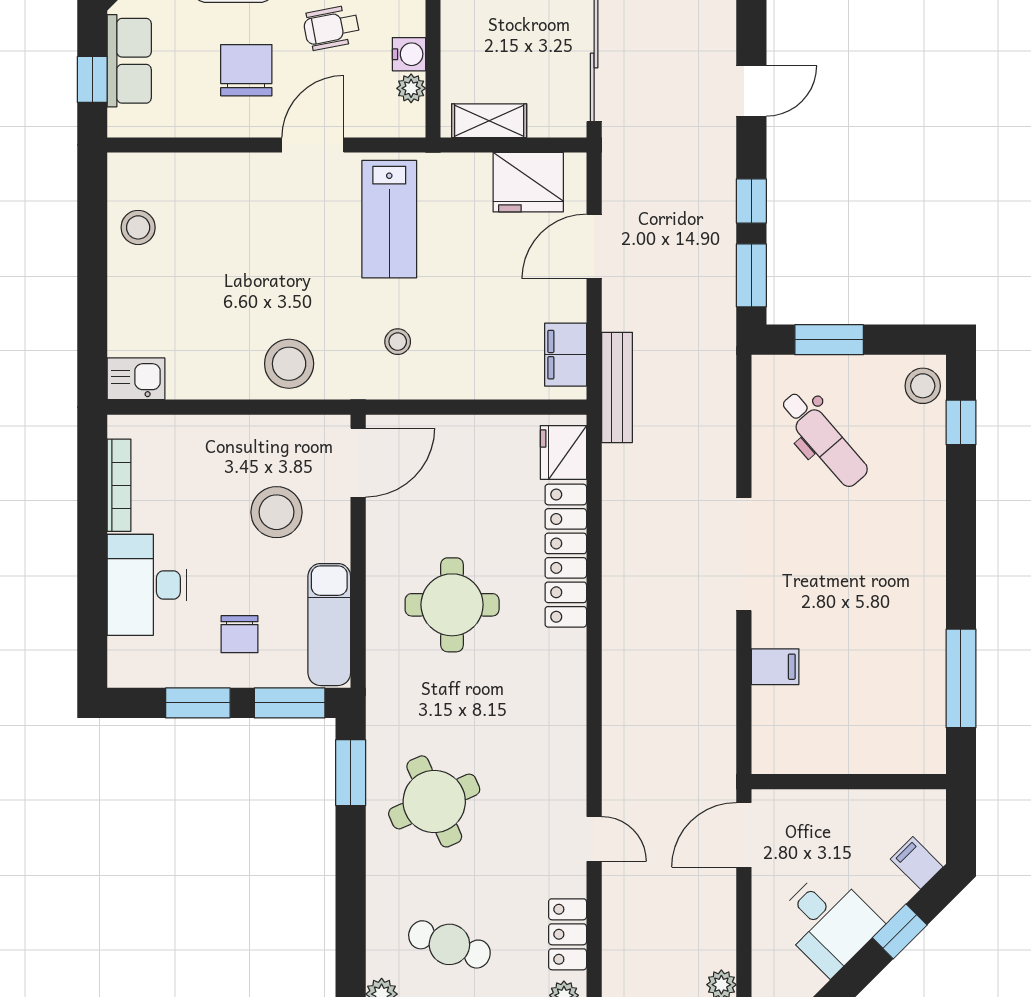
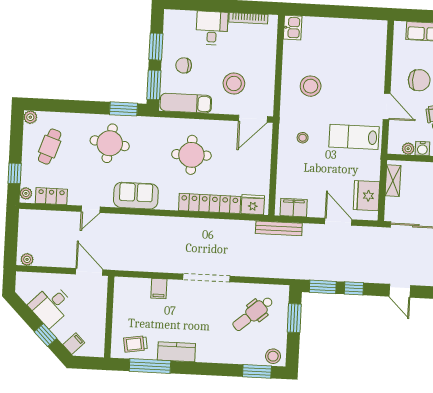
window: (92, 79) -> (419, 16), removed
stool: (138, 227) -> (356, 32), removed
stool: (289, 364) -> (311, 86), moved
window: (961, 422) -> (257, 371), width x1.50
door: (358, 463) -> (253, 119), hinge flipped
desk: (147, 585) -> (212, 28), width x0.73
kitchen counter: (924, 617) -> (176, 352), added
trolley: (910, 716) -> (135, 344), added
sofa: (556, 732) -> (136, 196), added
round table: (434, 801) -> (110, 143), turned 32

